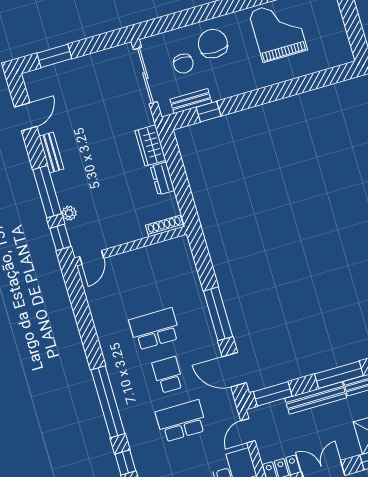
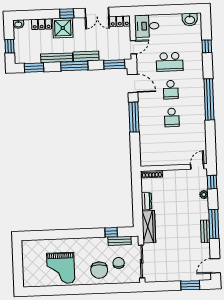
door: (26, 117) -> (215, 266), moved
wardrobe: (150, 145) -> (149, 227), width x1.50
window: (47, 192) -> (214, 224), moved
school desk: (155, 329) -> (172, 117), width x0.54
bench: (316, 398) -> (86, 56), width x0.73
window: (108, 402) -> (209, 99), moved

